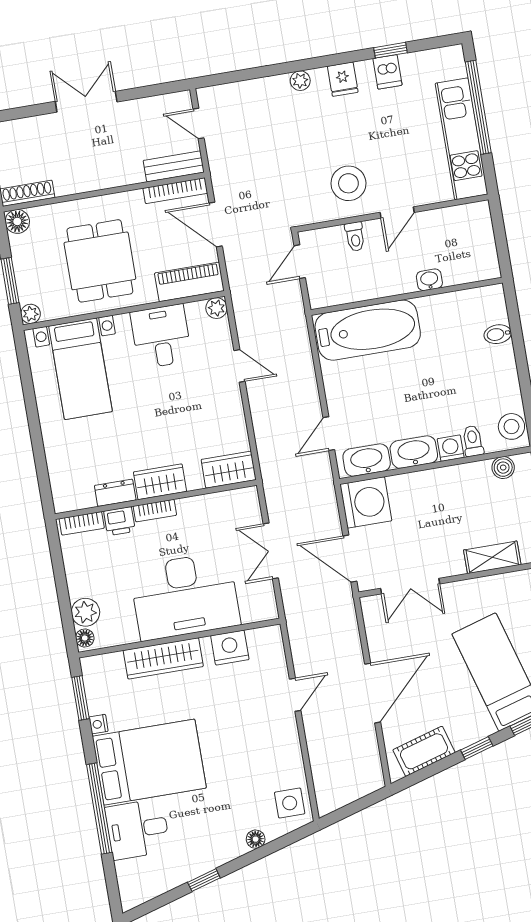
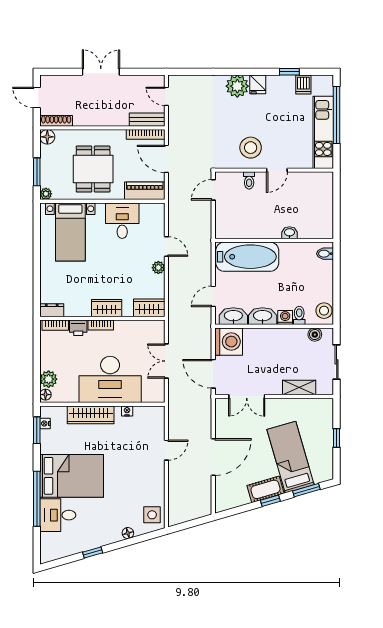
dishwasher: (387, 72) -> (303, 84), moved
plant: (300, 81) -> (237, 86), width x1.88, depth x1.88
washbasin: (429, 280) -> (289, 233), moved
wall: (407, 296) -> (274, 240), moved
plant: (216, 308) -> (158, 268), moved
bathtub: (368, 330) -> (247, 257), moved
dresser: (115, 493) -> (52, 310), moved
nightstand: (230, 648) -> (127, 411), width x0.53, depth x0.56
nightstand: (99, 724) -> (45, 424), moved
cot: (424, 751) -> (266, 489), moved

